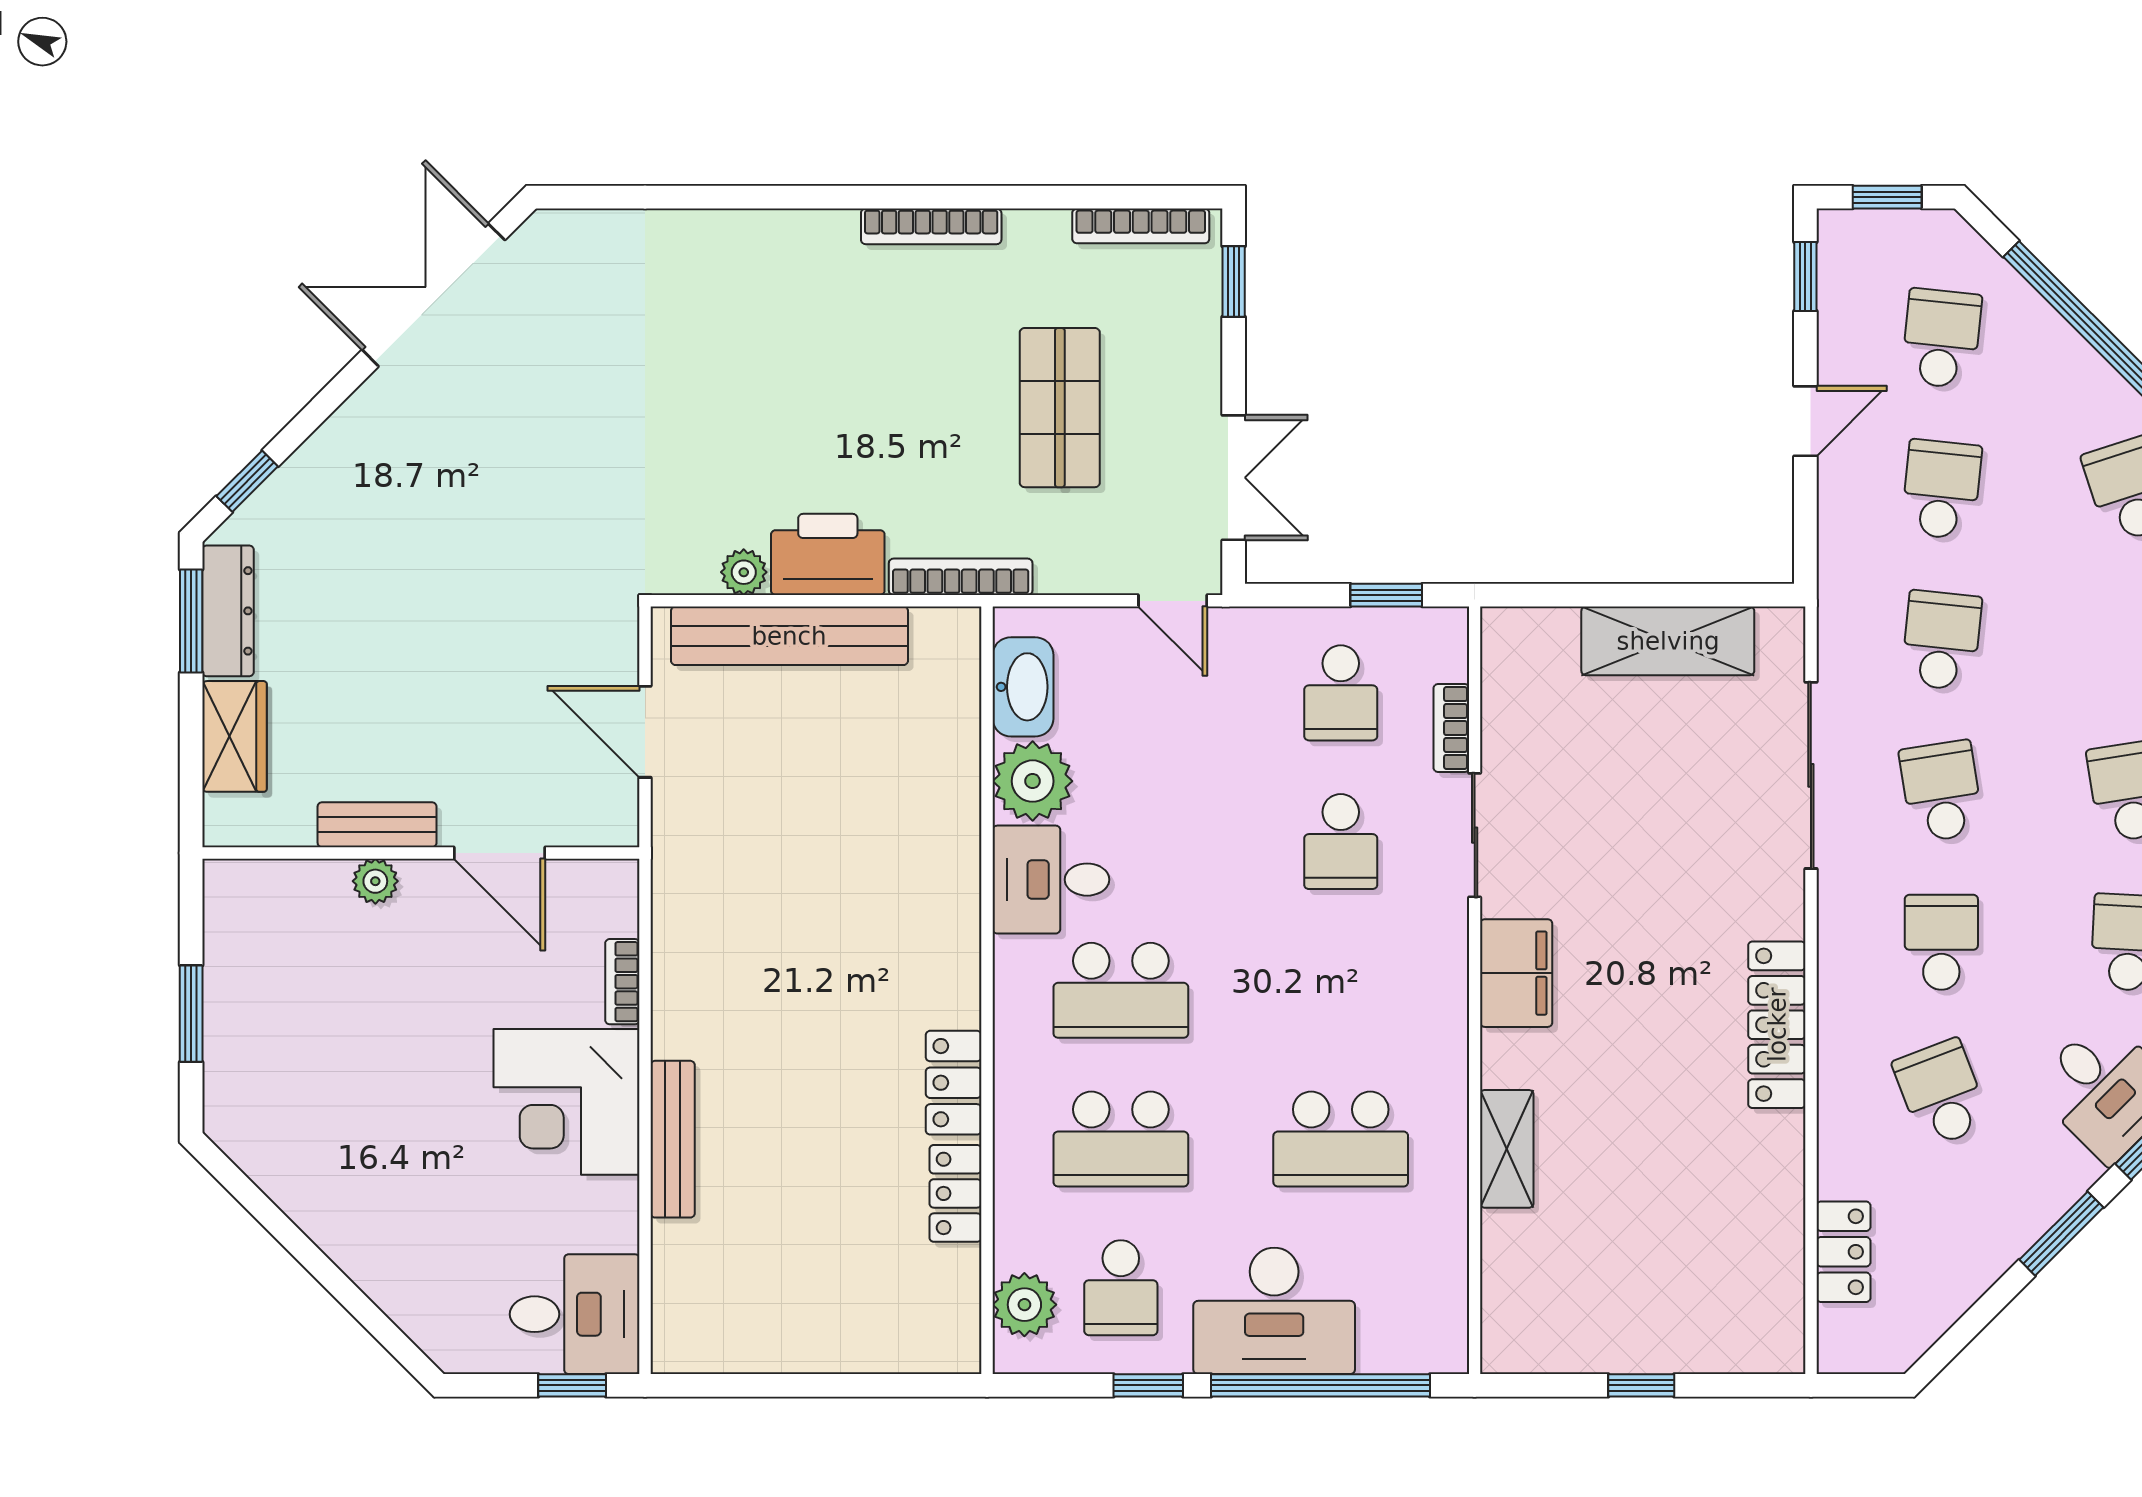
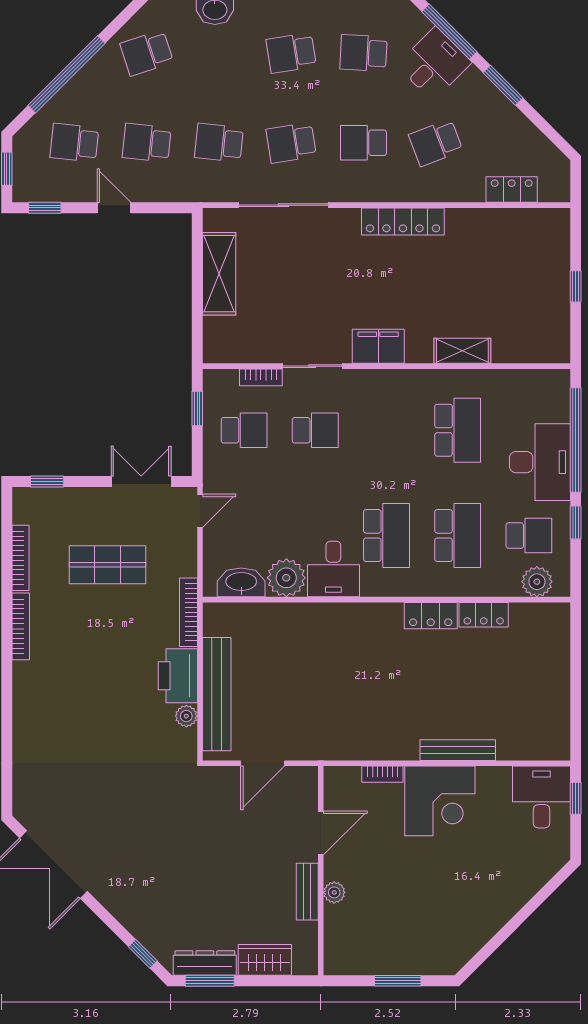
bookcase: (1141, 226) -> (21, 558), moved

